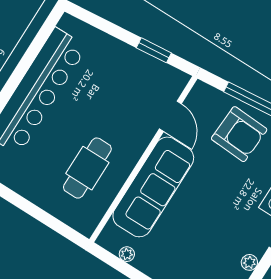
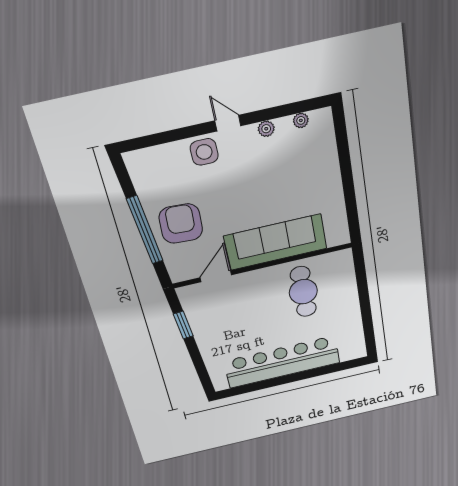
cafe table: (87, 168) -> (303, 292), turned 90
plant: (127, 254) -> (340, 215), removed

